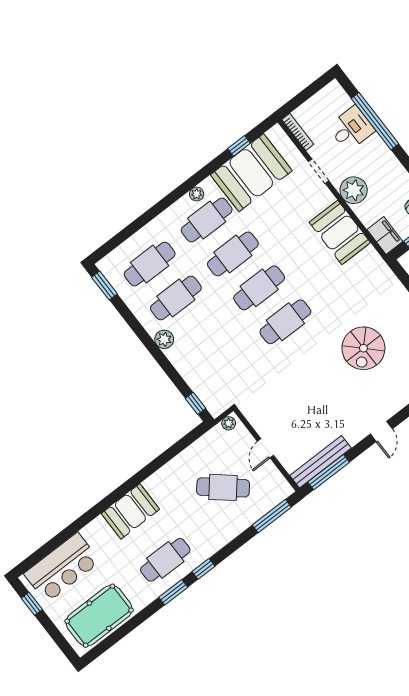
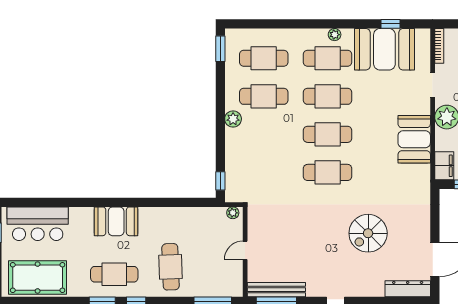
cafe table: (223, 487) -> (170, 267), moved, turned 48

